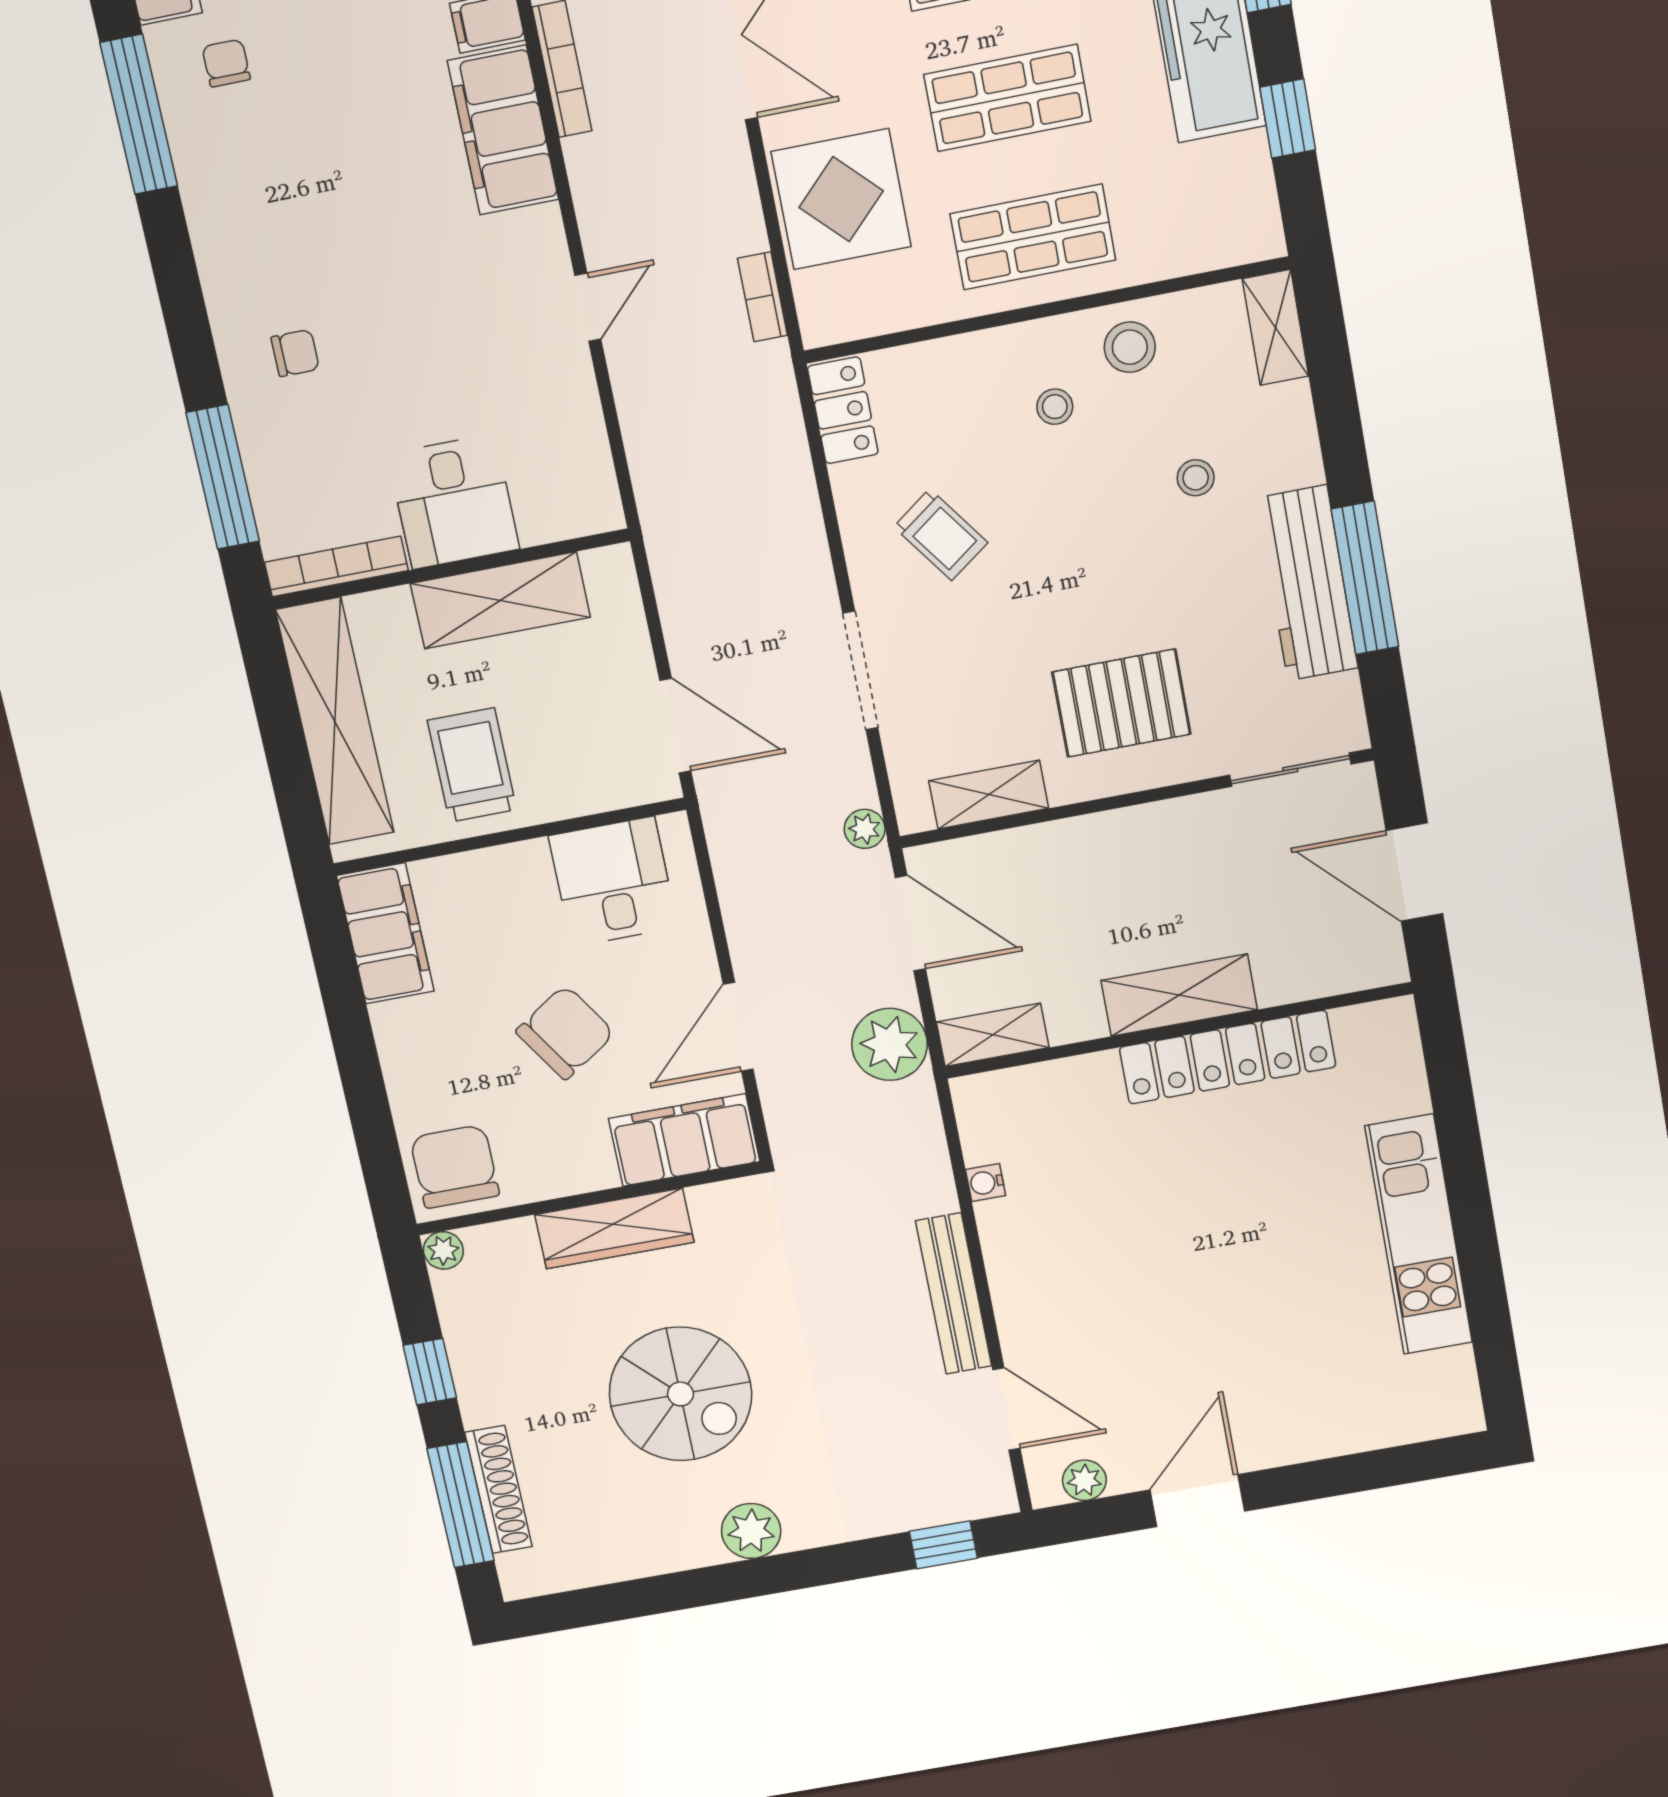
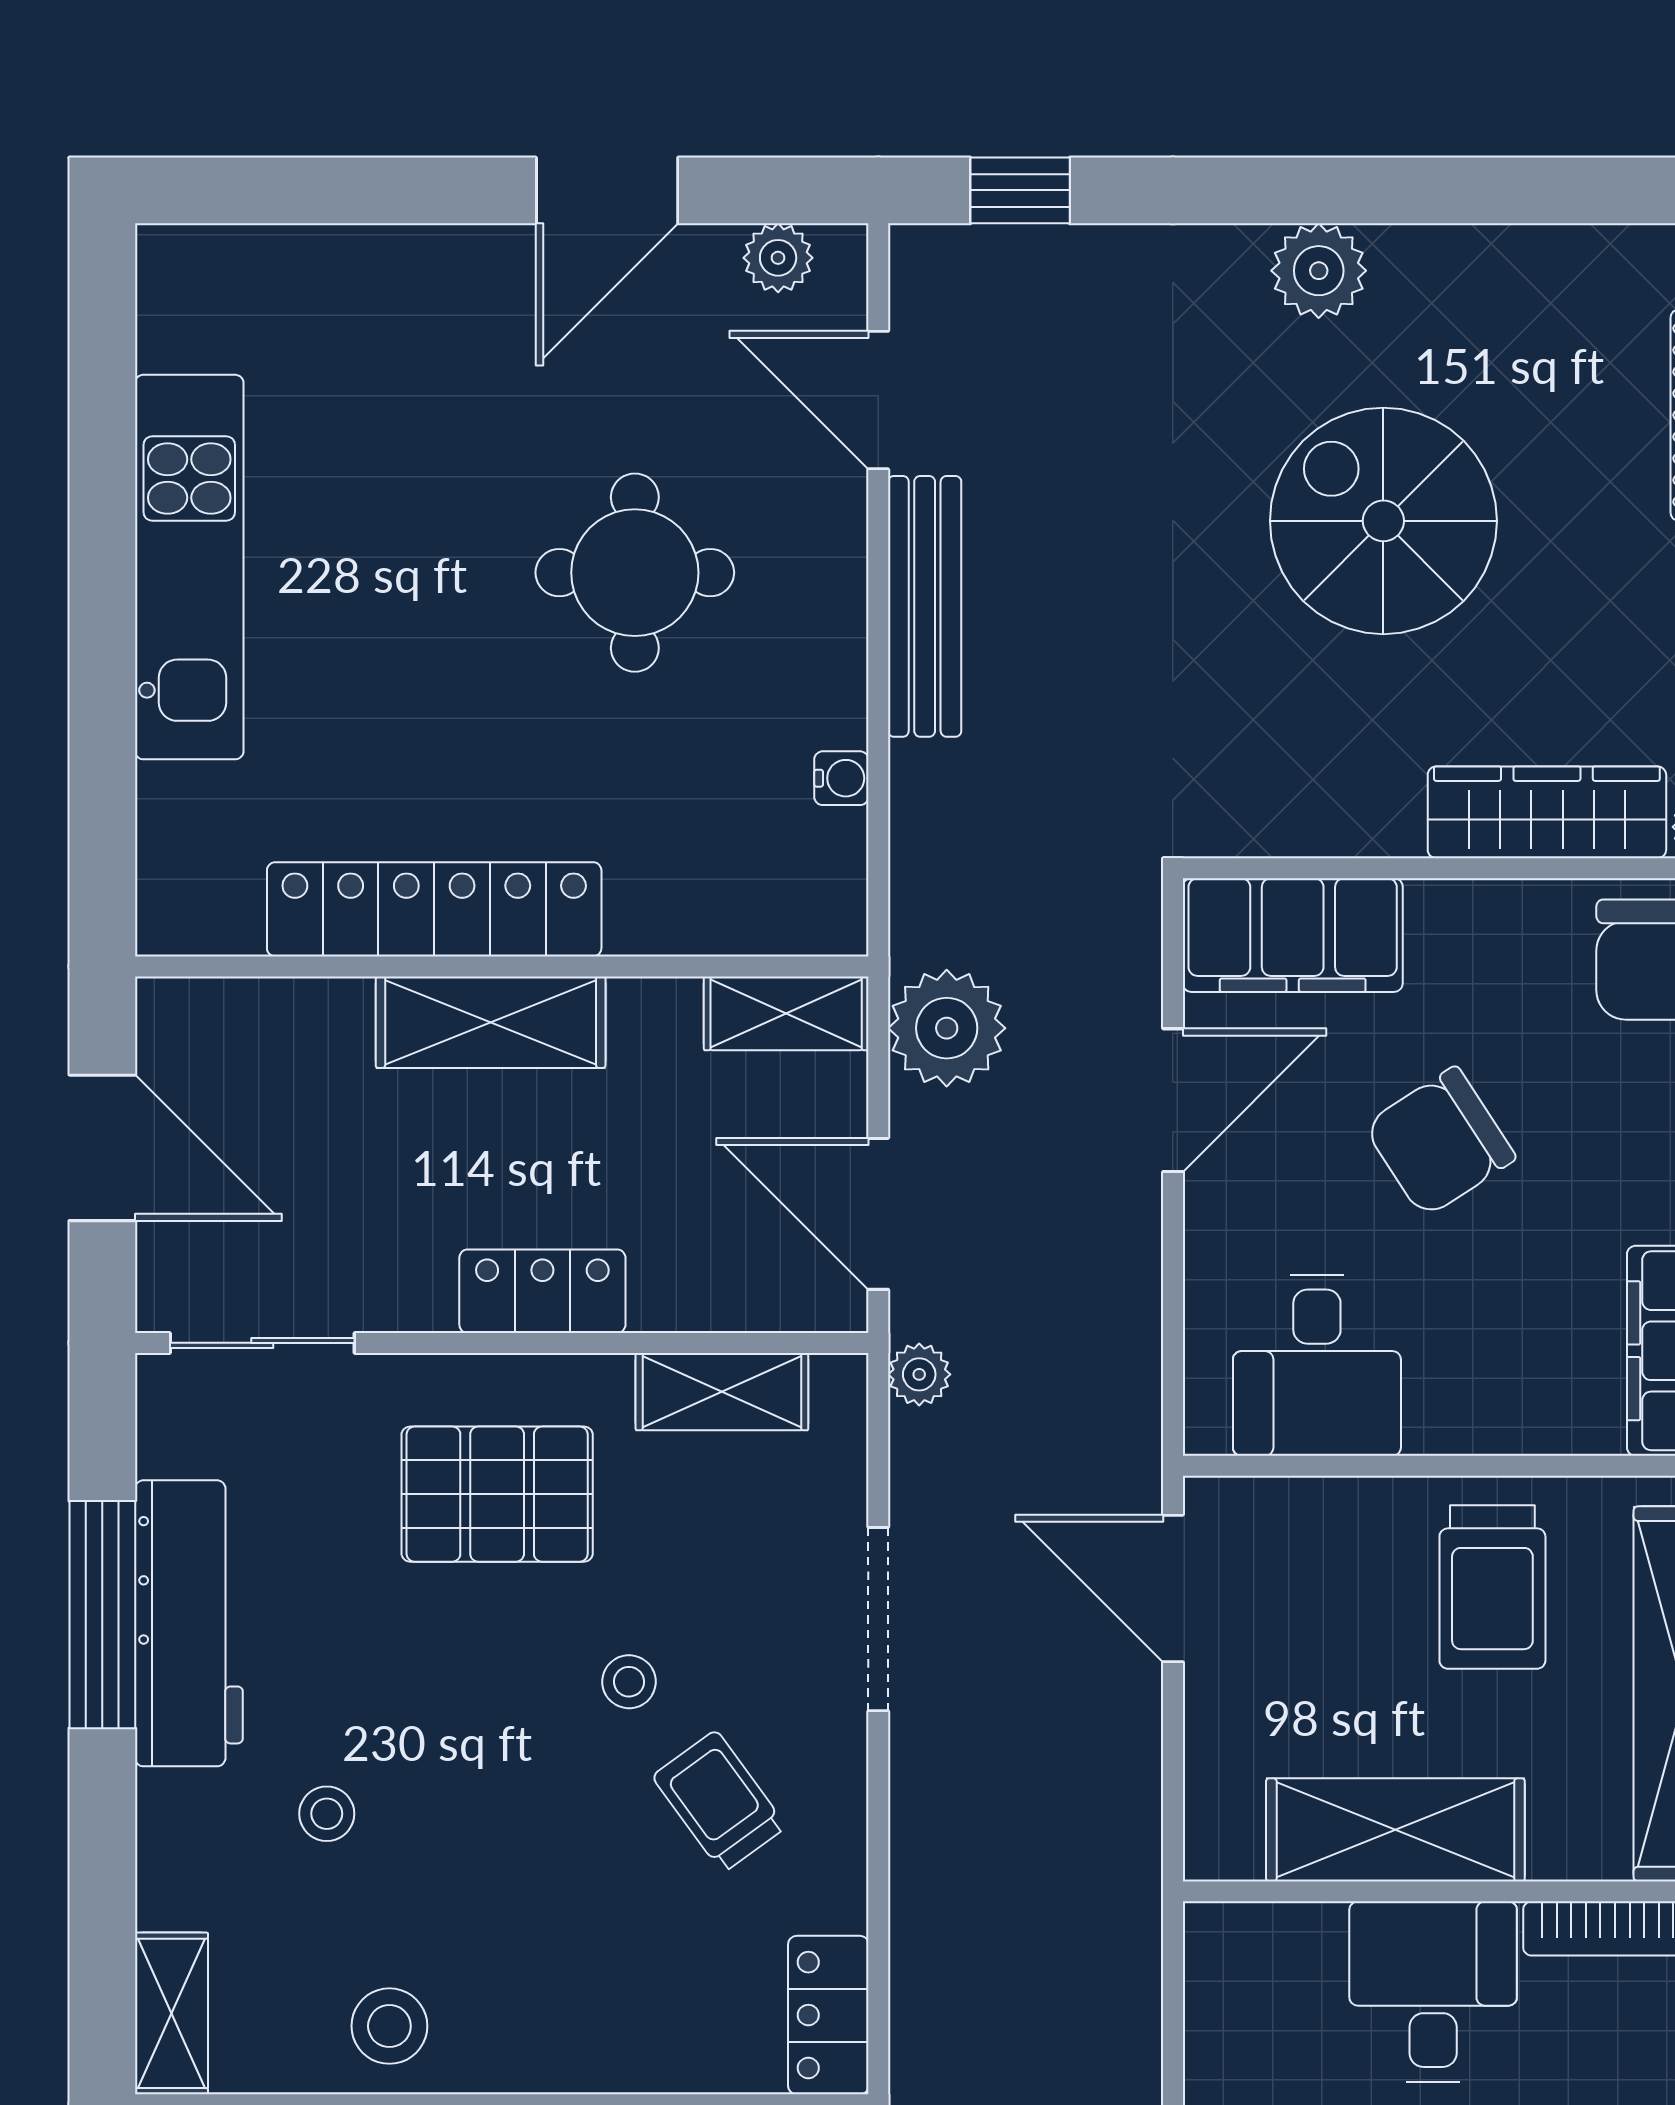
stool: (1055, 407) -> (629, 1682), moved
locker: (1116, 836) -> (542, 1291), added
wardrobe: (614, 1228) -> (1547, 812), moved
round table: (1138, 1281) -> (635, 573), added

